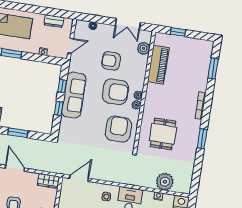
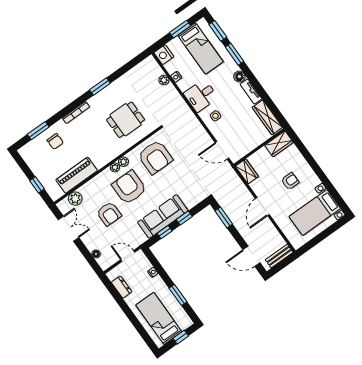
chair: (195, 73) -> (55, 141), added
armchair: (118, 129) -> (155, 157), turned -90
window: (18, 133) -> (224, 217), moved
plant: (165, 182) -> (164, 80), width x0.53, depth x0.53

